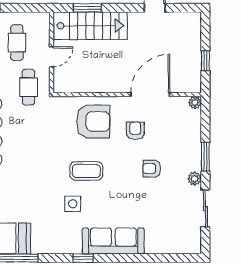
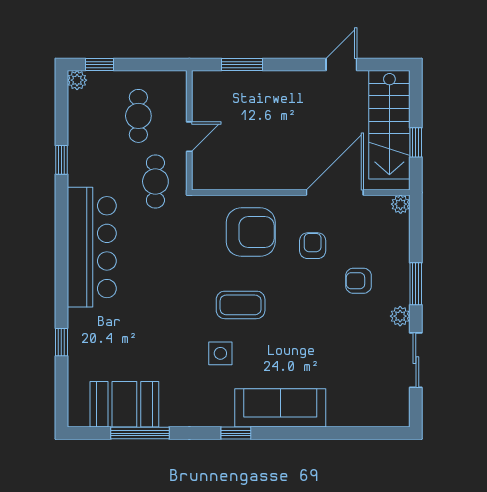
stairs: (90, 26) -> (389, 125), moved, turned 90
armchair: (152, 169) -> (358, 281), moved

